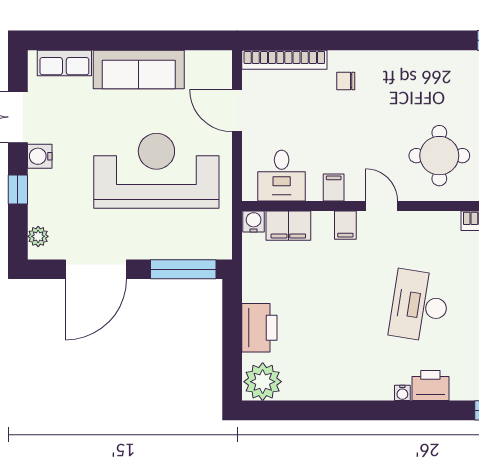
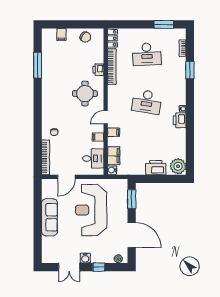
row of seats: (64, 63) -> (47, 248), removed
window: (183, 269) -> (132, 199), width x0.69
printer: (430, 386) -> (180, 120), moved

